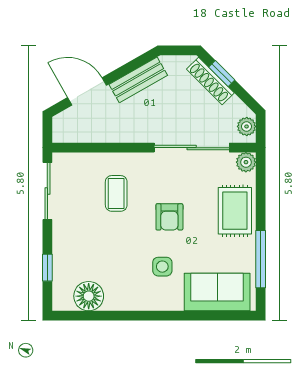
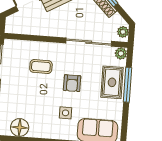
coffee table: (116, 193) -> (41, 67), turned 90
window: (261, 259) -> (127, 85), moved

